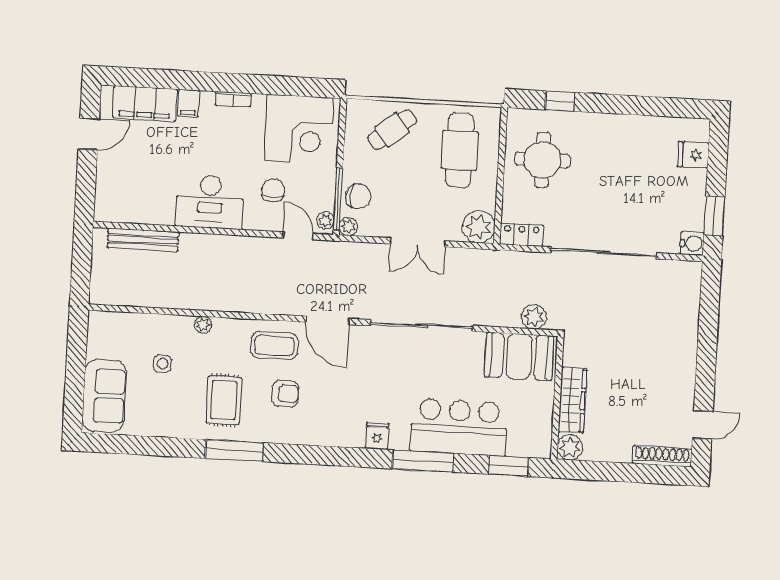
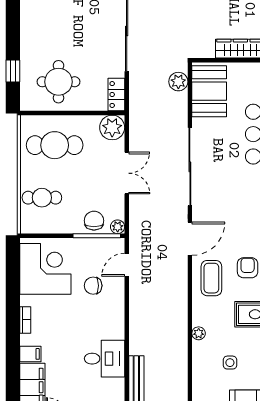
cafe table: (392, 130) -> (42, 198), turned -52
desk: (210, 202) -> (105, 359), moved, width x0.73
plant: (325, 221) -> (114, 245), removed

